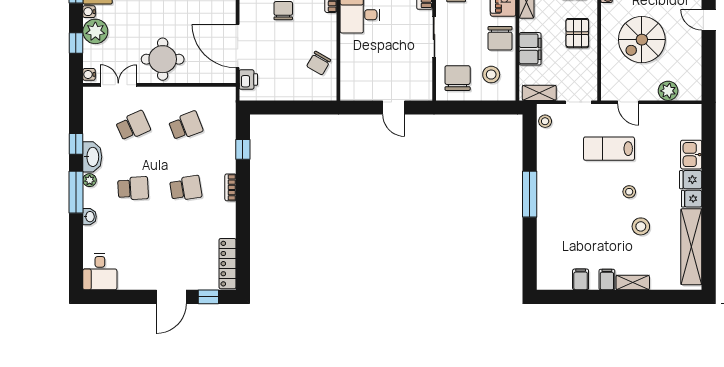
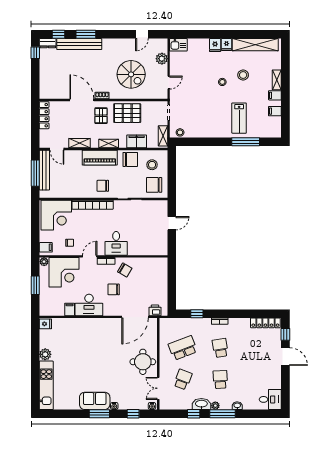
door: (709, 20) -> (142, 34), moved
plant: (95, 31) -> (126, 402), removed
pallet: (577, 33) -> (127, 113), width x1.50, depth x1.42
chair: (319, 63) -> (125, 270), moved
school desk: (133, 126) -> (183, 379), turned 45
school desk: (186, 126) -> (183, 348), width x1.85
lab bench: (609, 149) -> (239, 118), moved
kitchen sink: (691, 155) -> (178, 45), moved
window: (530, 194) -> (246, 142), moved

